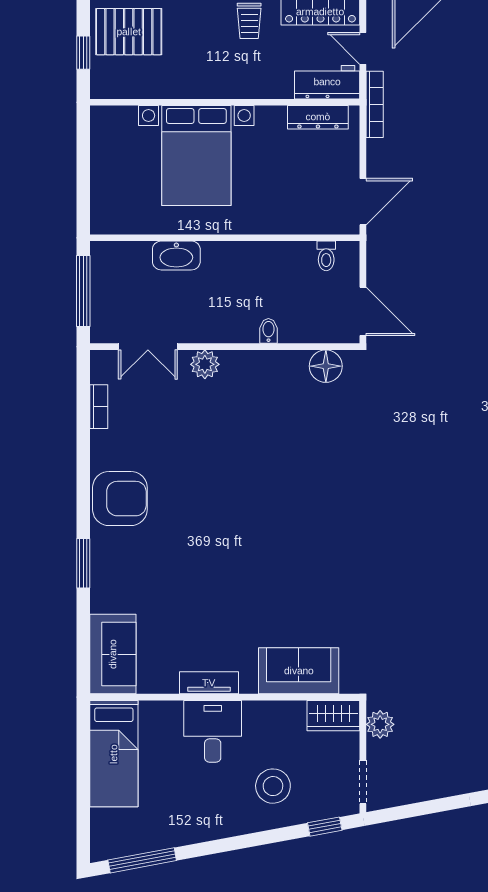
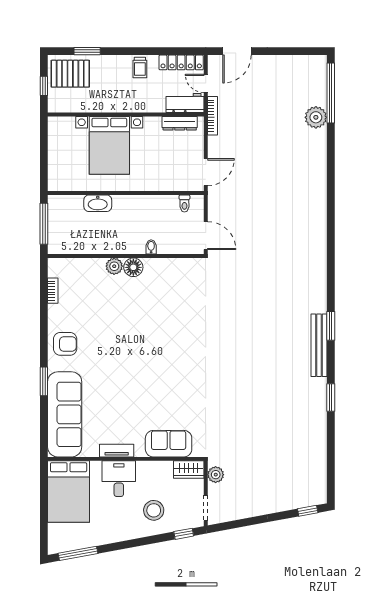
double door: (148, 347) -> (81, 256), removed
floor lamp: (326, 366) -> (133, 267), moved
armchair: (120, 499) -> (65, 344), width x0.73, depth x0.73
sofa: (113, 654) -> (65, 414), width x1.85, depth x1.27
bed: (114, 754) -> (69, 492), width x1.50

